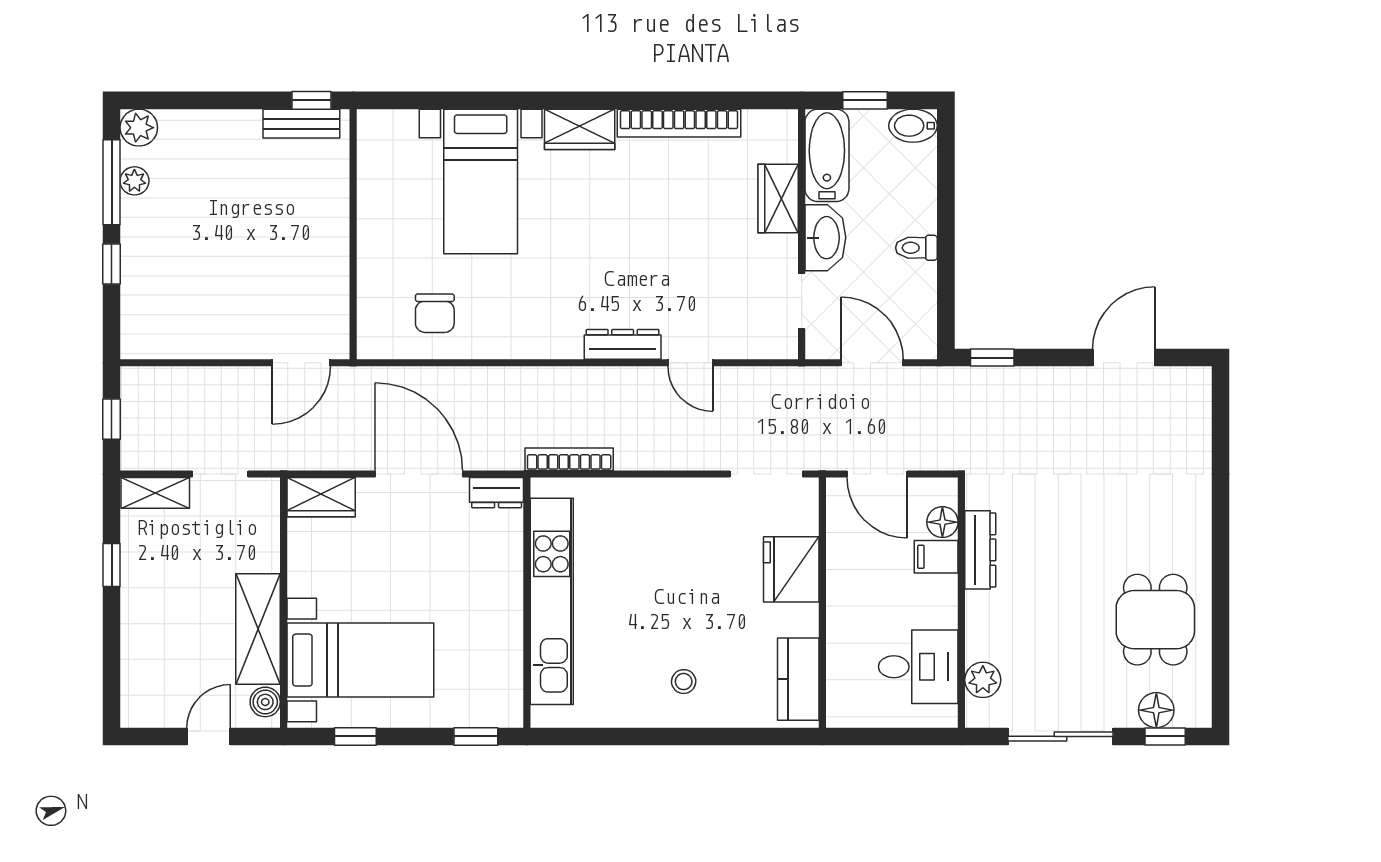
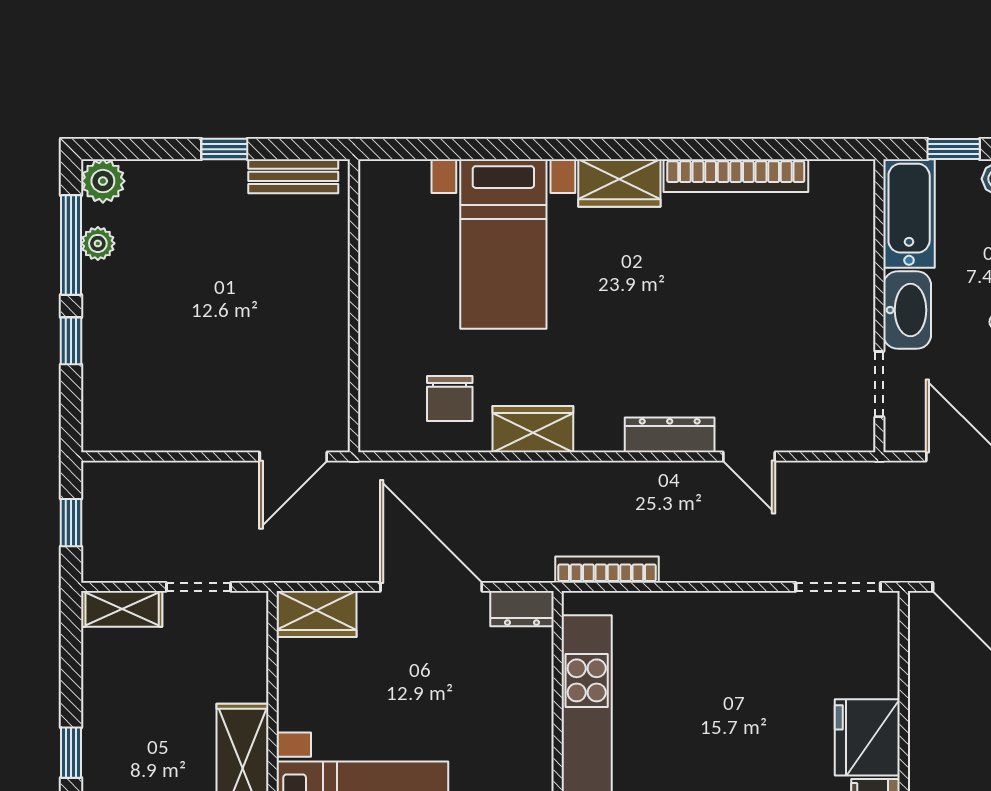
window: (312, 100) -> (224, 149), moved
wardrobe: (778, 198) -> (533, 429), moved, turned 90
window: (112, 565) -> (71, 753), moved
fridge: (791, 569) -> (867, 737), moved

